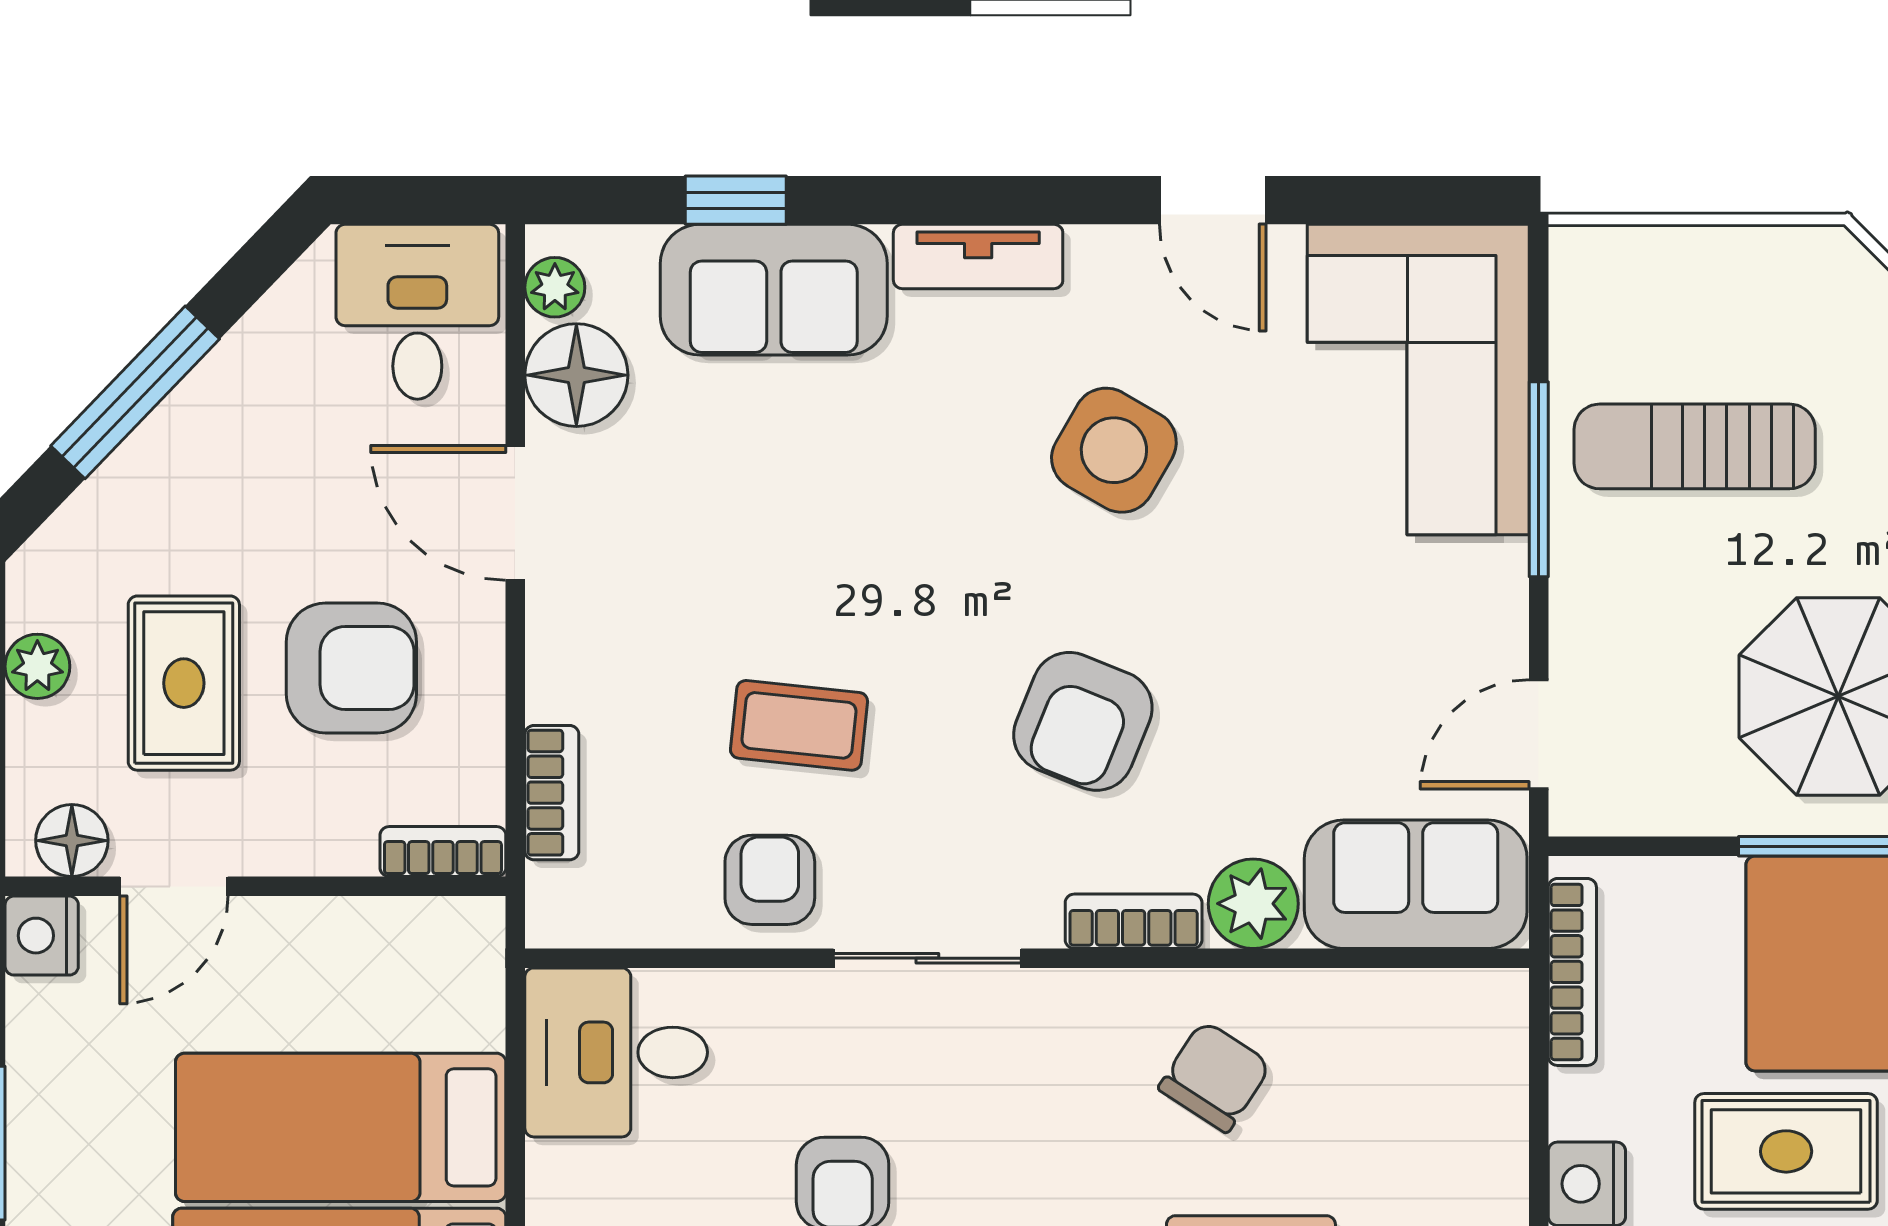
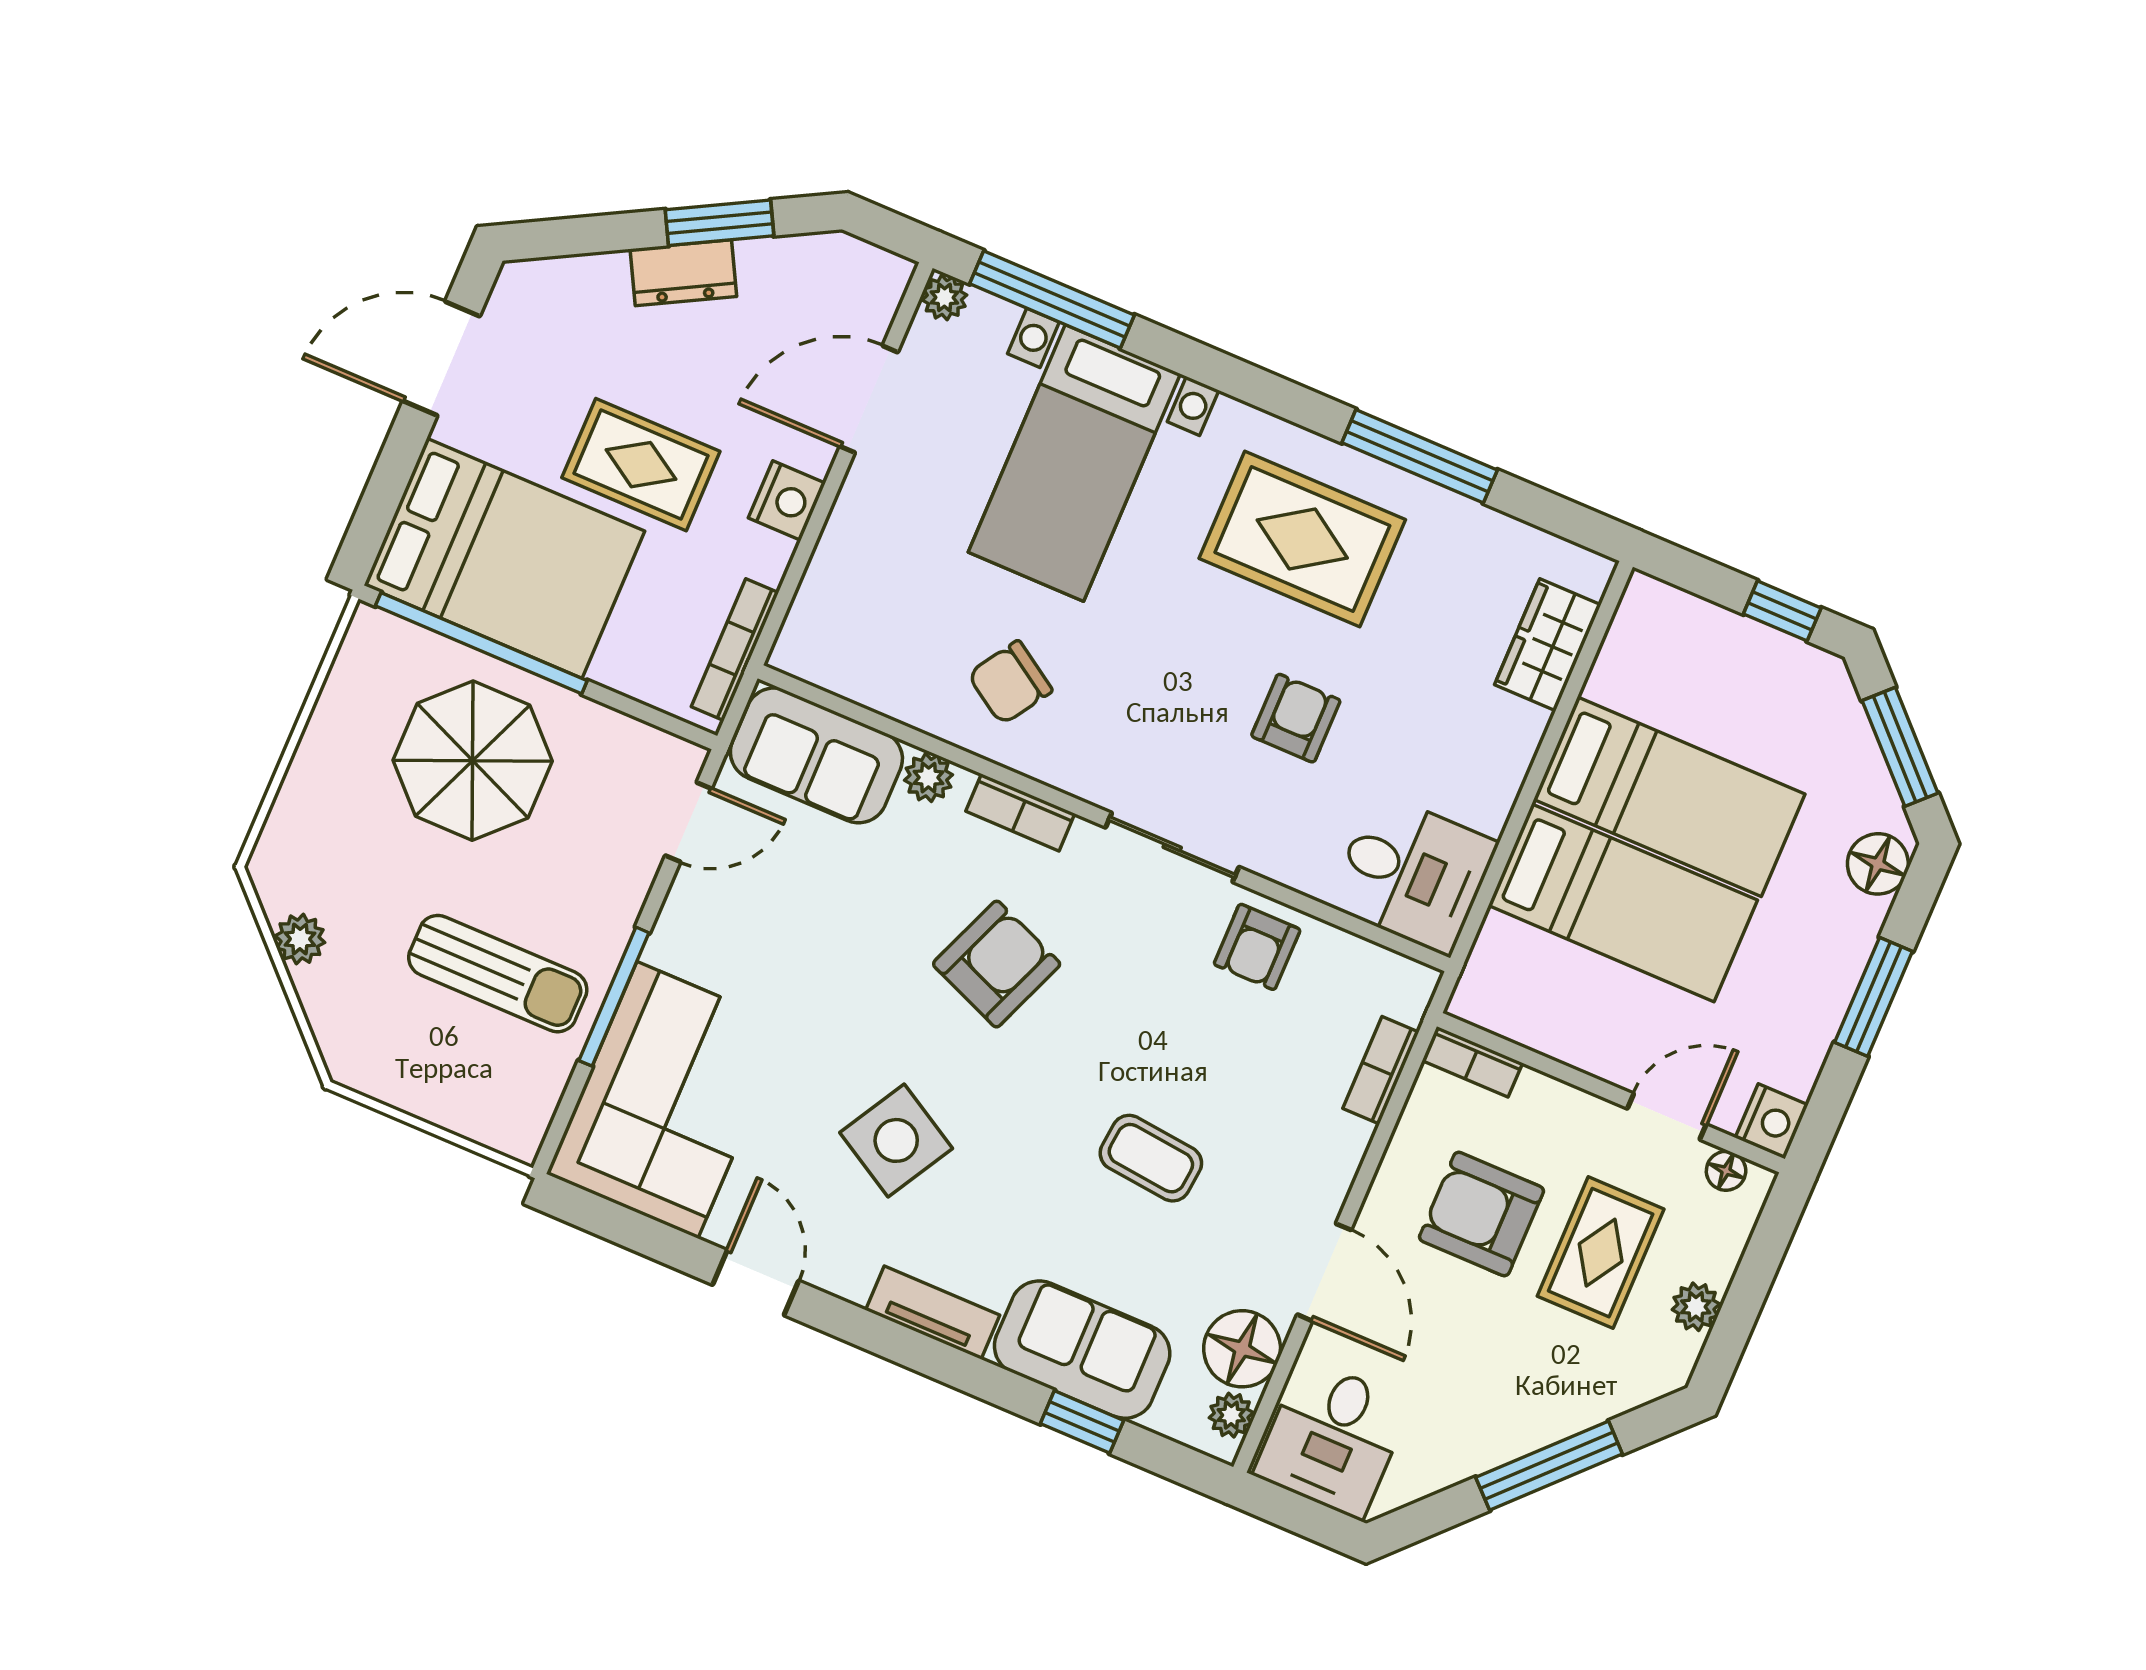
coffee table: (799, 725) -> (1151, 1158), moved
floor lamp: (72, 841) -> (1726, 1171), width x0.73, depth x0.73
plant: (1253, 904) -> (928, 778), width x0.73, depth x0.73

